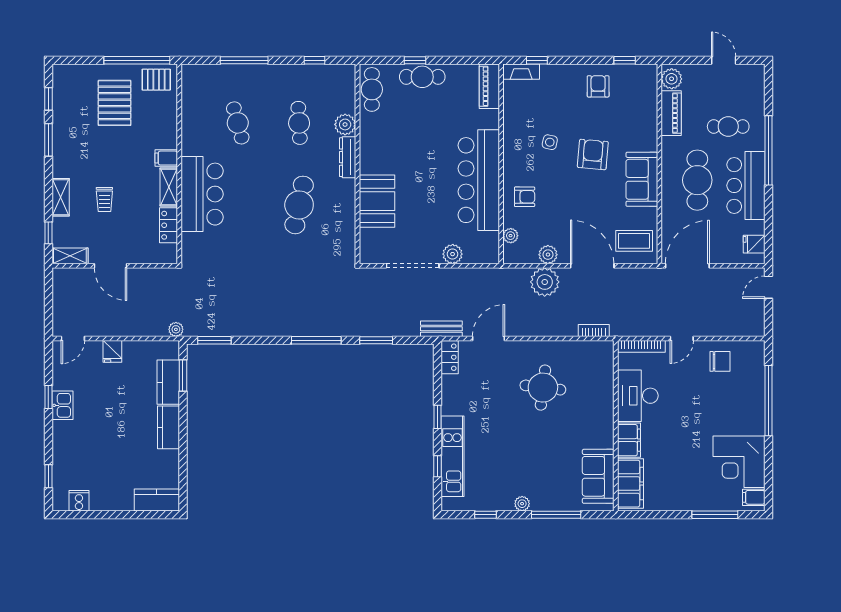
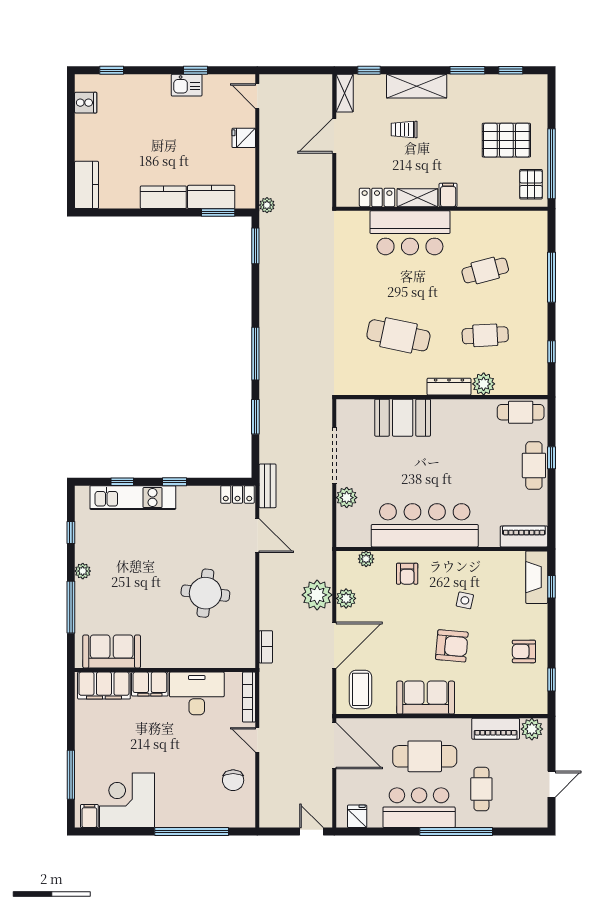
fireplace: (521, 72) -> (537, 577), width x1.37, depth x1.32
armchair: (598, 86) -> (524, 651), turned 180
shelving: (61, 197) -> (417, 86), width x1.50, depth x1.33

